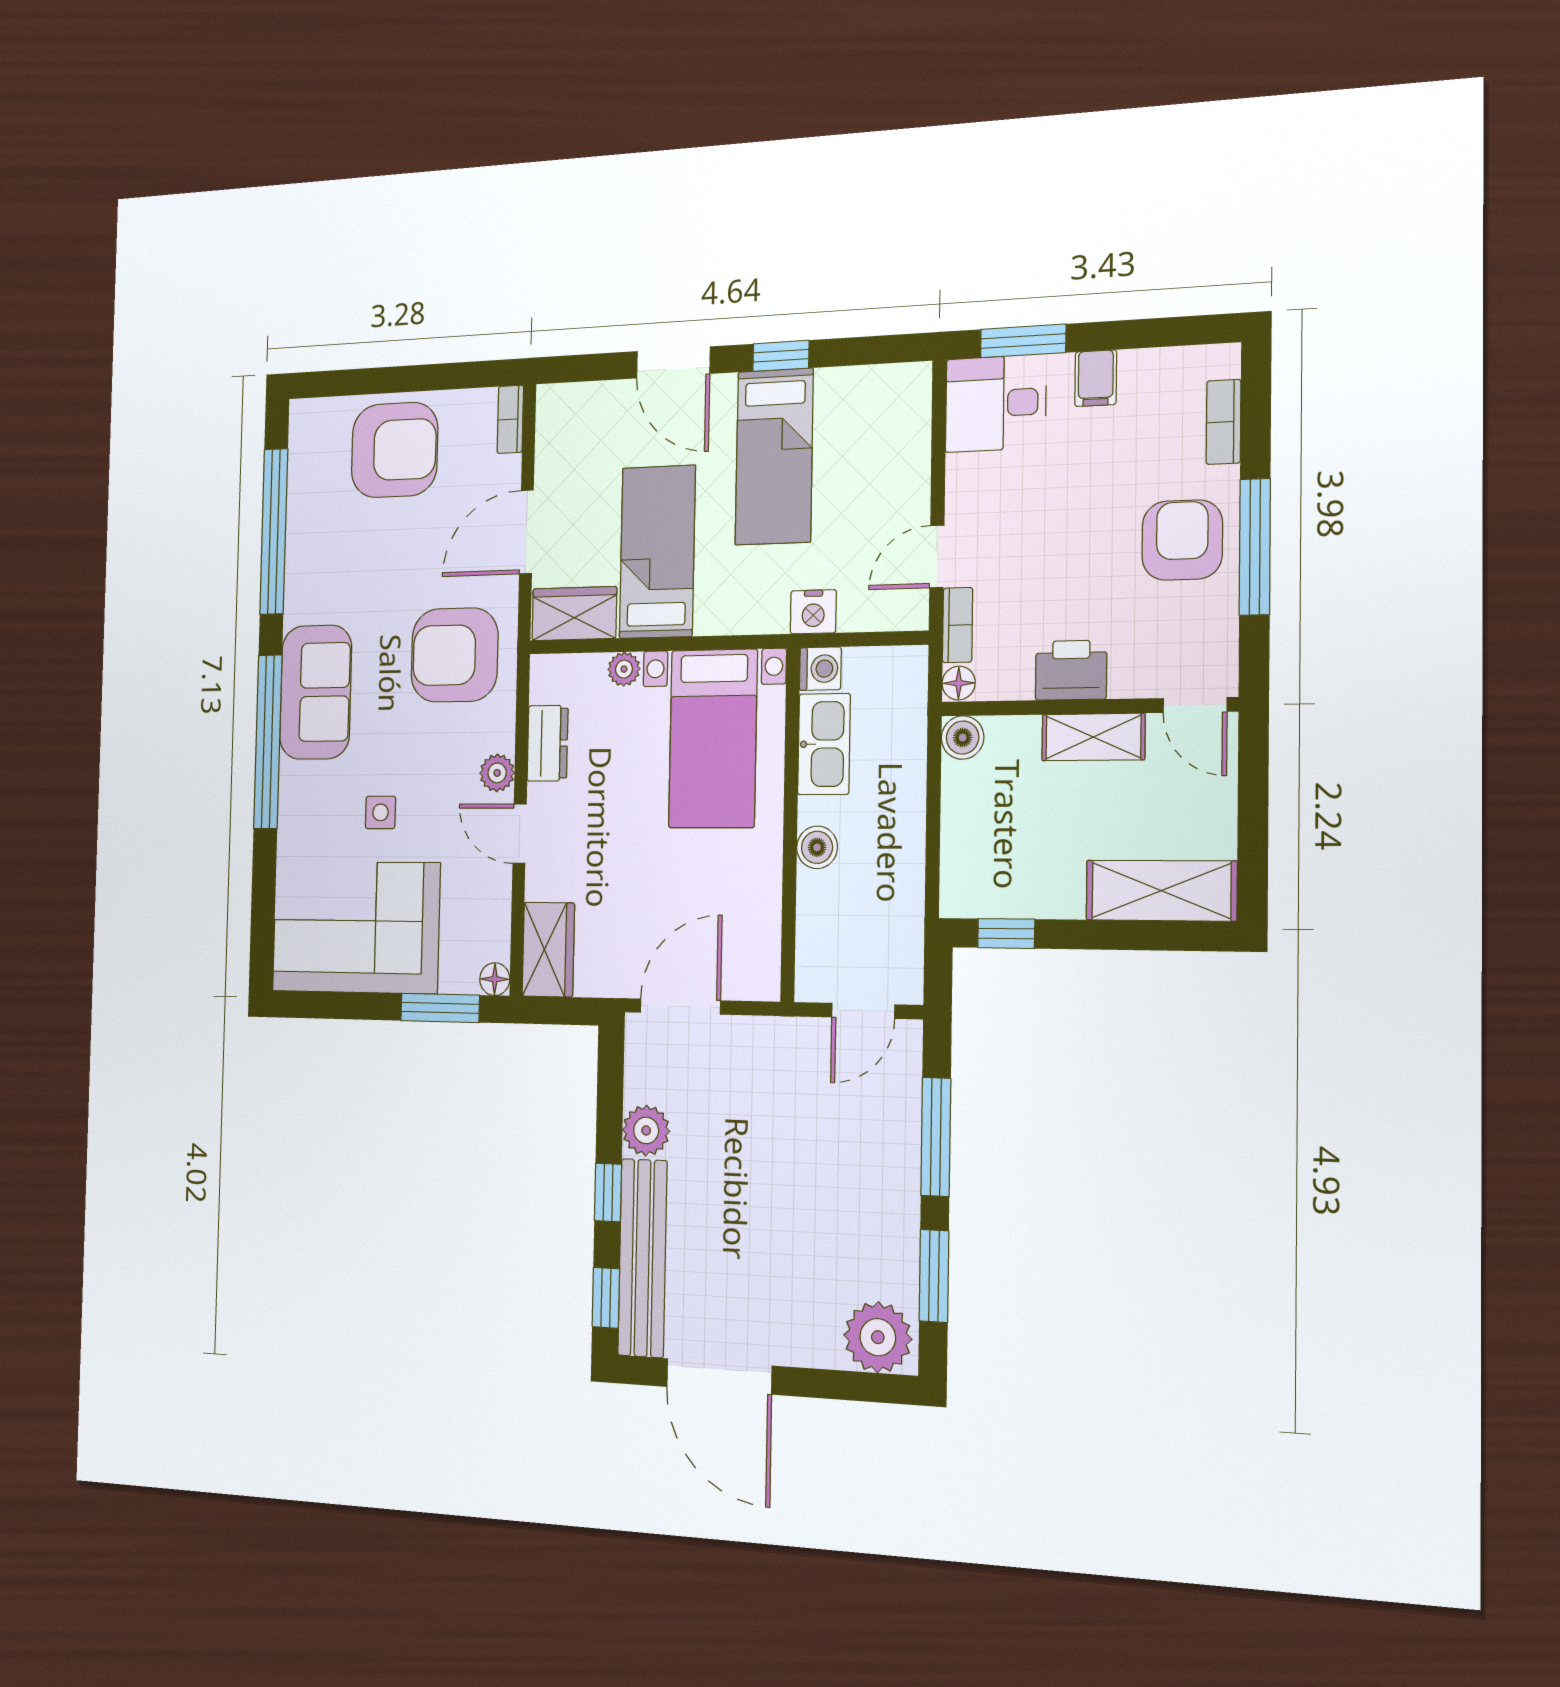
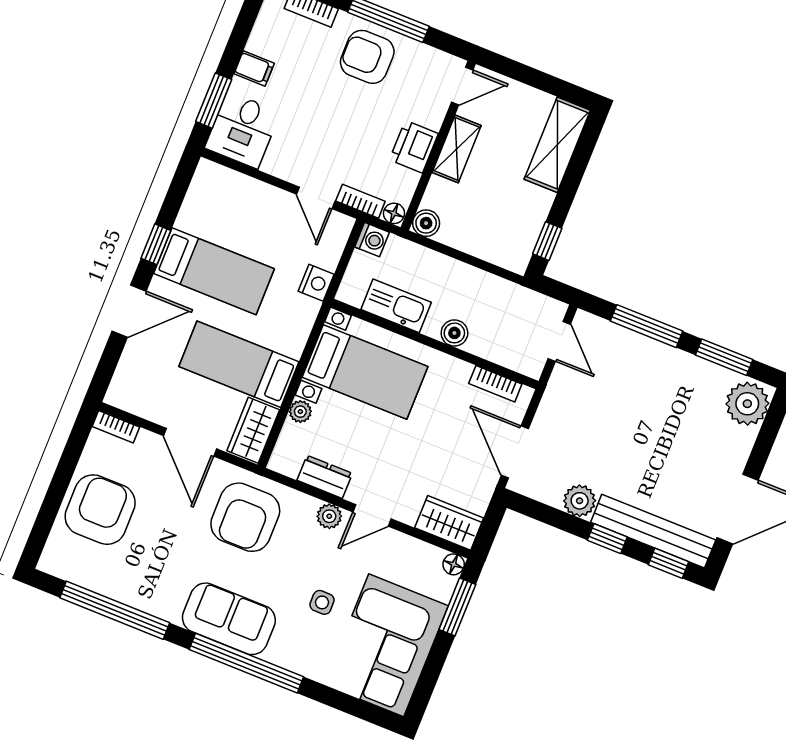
washing machine: (820, 669) -> (372, 240), moved, turned 90
bookcase: (766, 938) -> (495, 384), added

